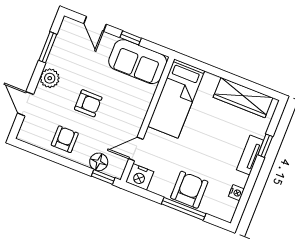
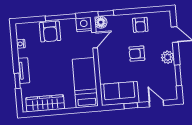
floor lamp: (99, 162) -> (101, 22), moved
window: (184, 209) -> (61, 17), moved

